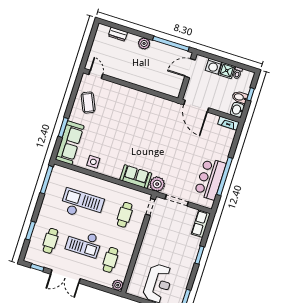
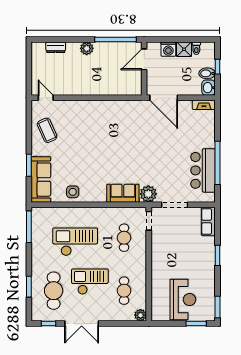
cafe table: (50, 241) -> (54, 291), width x1.37, depth x1.35
checkout: (84, 243) -> (90, 282), turned 180

